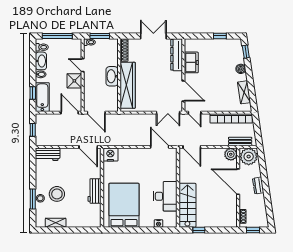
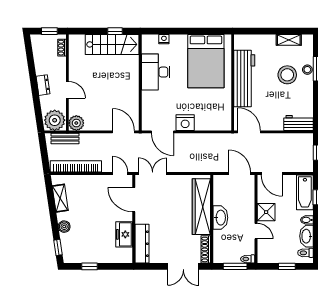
window: (57, 36) -> (287, 266), width x0.46
double door: (153, 36) -> (183, 266), moved
nightstand: (110, 155) -> (185, 123), moved
door: (238, 182) -> (67, 90), width x0.53
workbench: (94, 191) -> (244, 78), width x1.88, depth x1.32
stairs: (187, 205) -> (112, 44), moved, turned -90

